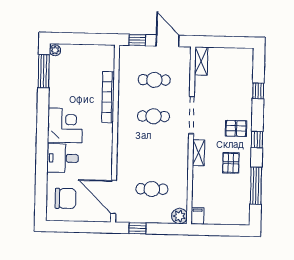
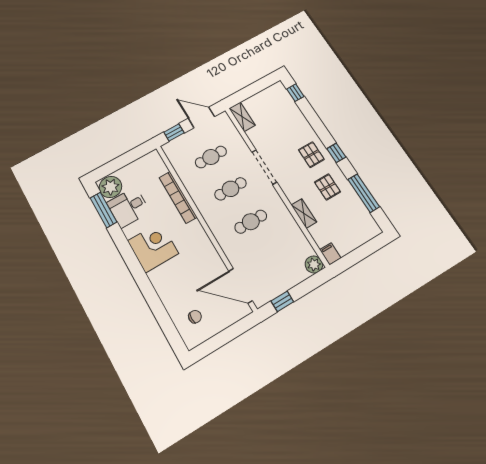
plant: (55, 50) -> (110, 187), width x1.88, depth x1.88
window: (258, 91) -> (295, 93), moved
pallet: (236, 128) -> (311, 155), turned 90
shelving: (198, 153) -> (304, 214), moved
desk: (63, 158) -> (128, 207), moved
cafe table: (152, 189) -> (251, 222), moved
chair: (65, 198) -> (195, 317), width x0.54, depth x0.54

